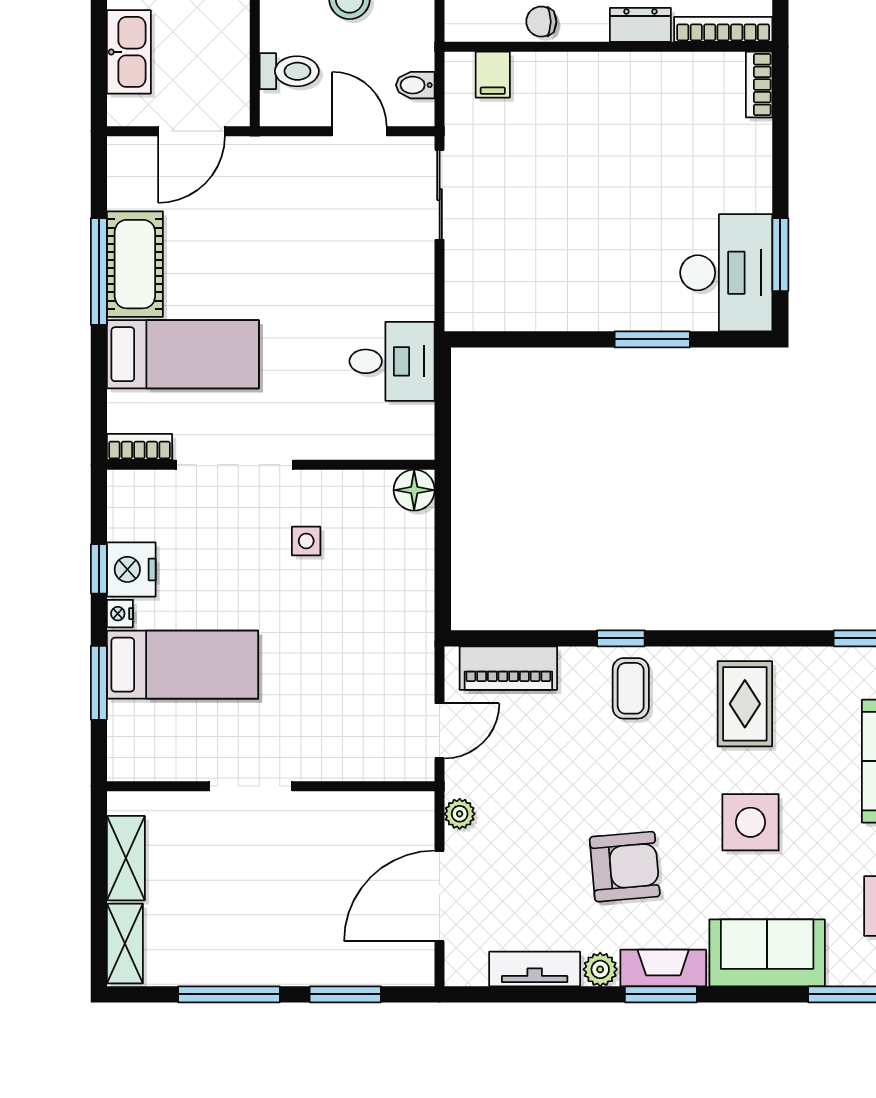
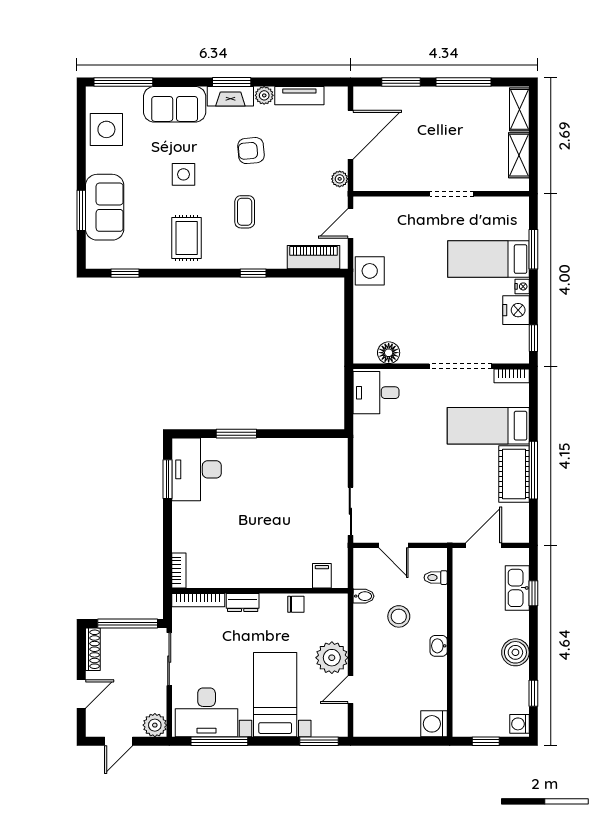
window: (99, 42) -> (533, 593), added
toilet: (289, 71) -> (436, 578), width x0.73, depth x0.72
bidet: (415, 85) -> (363, 596), moved
desk: (392, 361) -> (376, 393), moved
floor lamp: (414, 490) -> (389, 353), moved
side table: (306, 541) -> (370, 271), moved, width x1.87, depth x1.87
window: (99, 569) -> (533, 338), moved
coffee table: (631, 688) -> (245, 212), moved
side table: (751, 822) -> (184, 174), width x0.73, depth x0.73
armchair: (625, 867) -> (251, 151), width x0.72, depth x0.72

